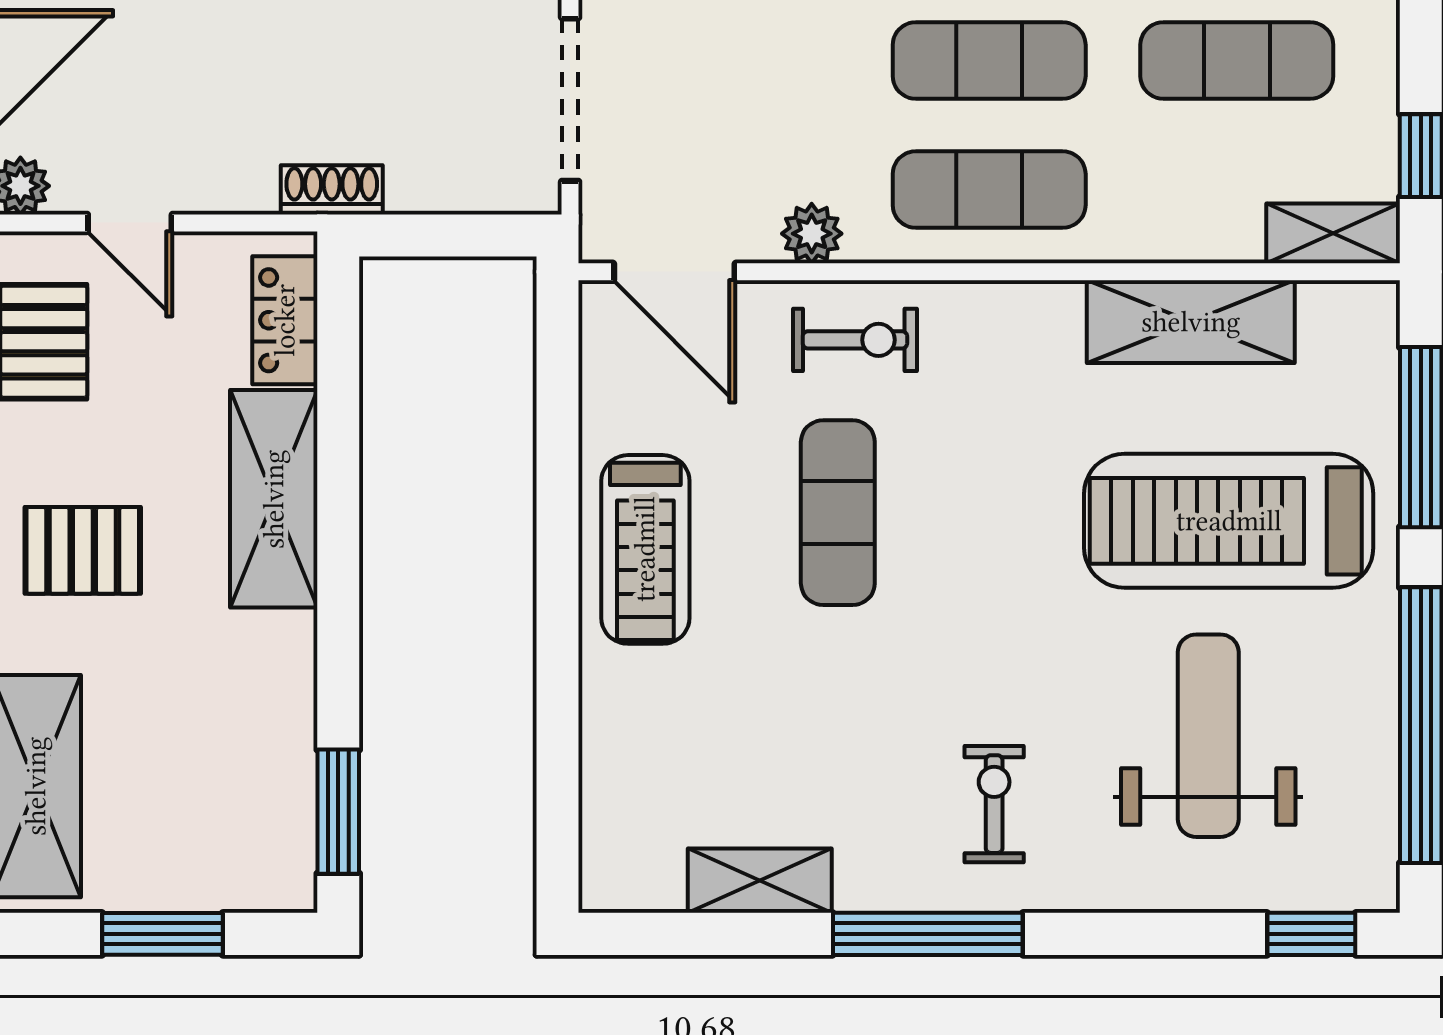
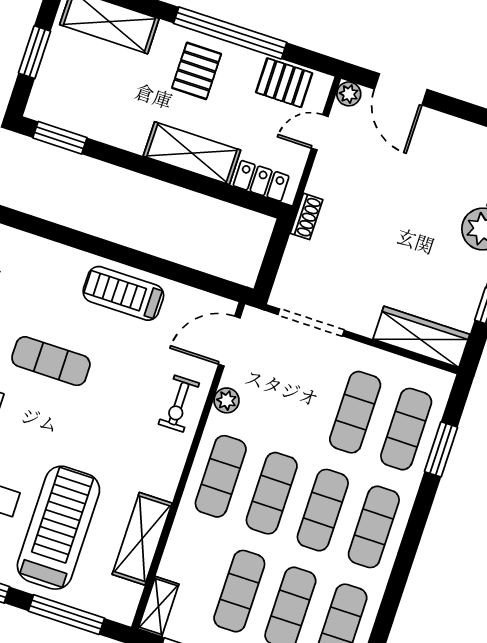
exercise mat: (838, 513) -> (51, 361), moved

